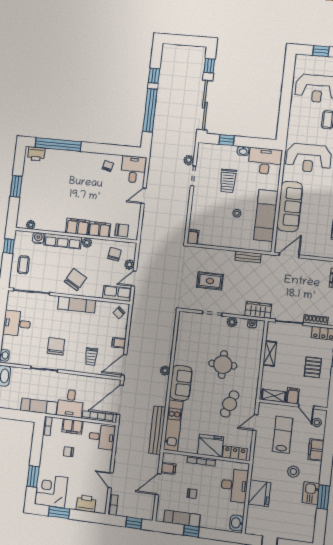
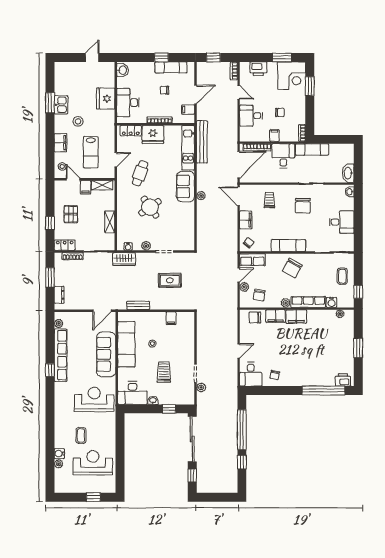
filing cabinet: (193, 237) -> (171, 318), moved
filing cabinet: (119, 343) -> (246, 220), width x2.00
door: (124, 365) -> (239, 196), swing flipped
round table: (223, 365) -> (150, 207), turned -35
filing cabinet: (72, 426) -> (274, 135), width x0.50
desk: (102, 437) -> (251, 116), moved

